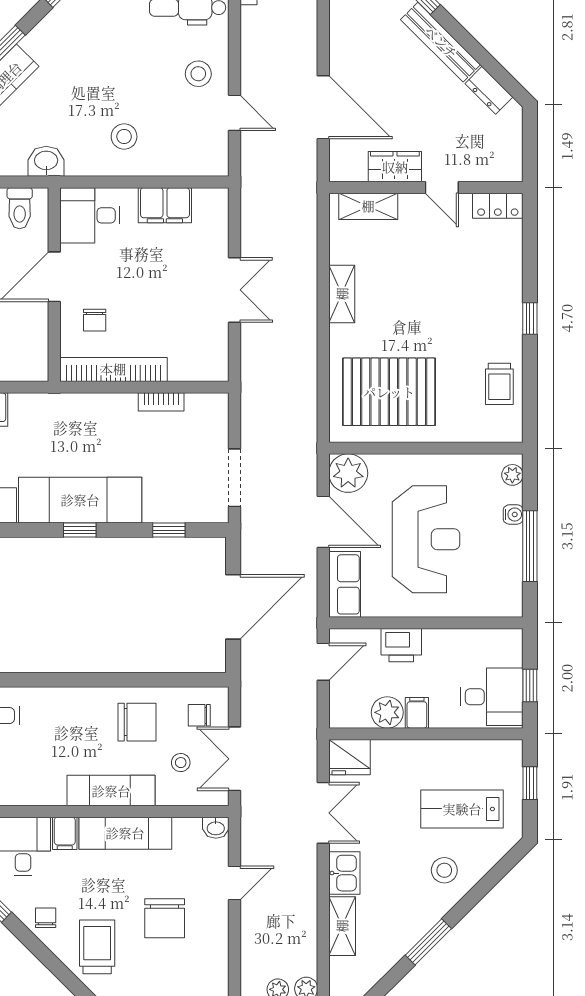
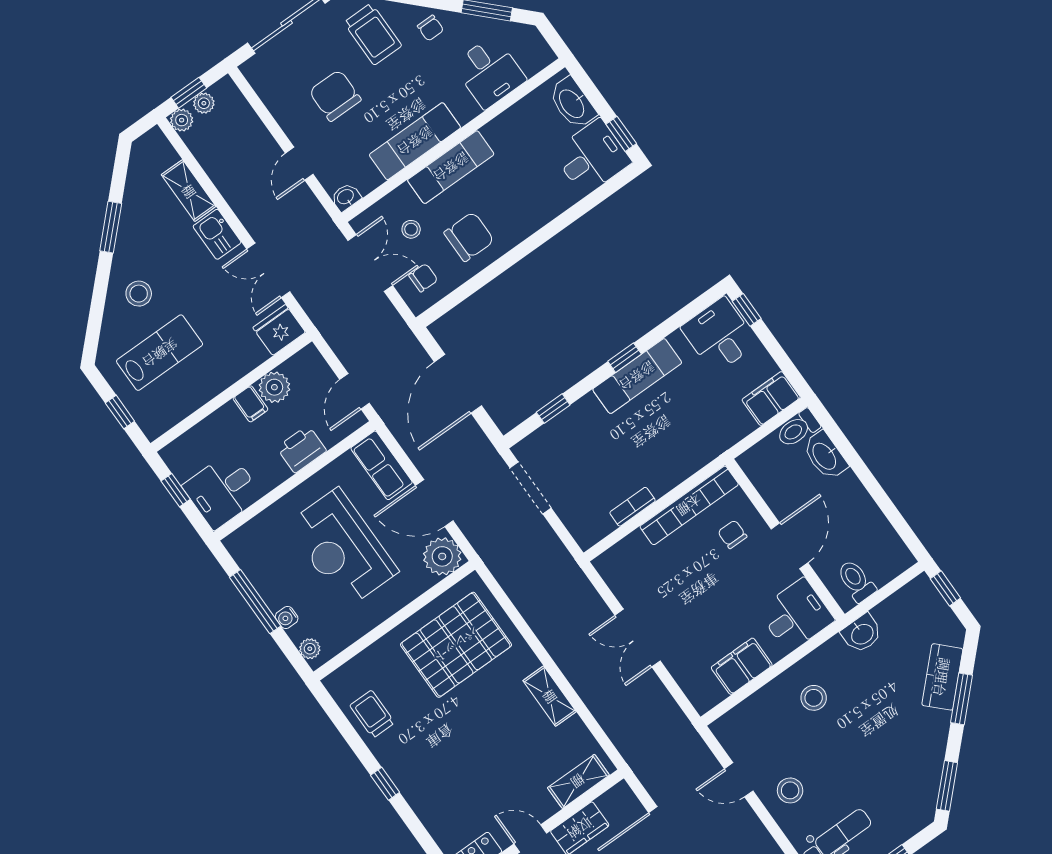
exam couch: (80, 500) -> (637, 376), width x0.73, depth x0.69
desk: (492, 697) -> (222, 491), moved
chair: (137, 722) -> (469, 237), turned 180
filing cabinet: (65, 833) -> (463, 106), removed

